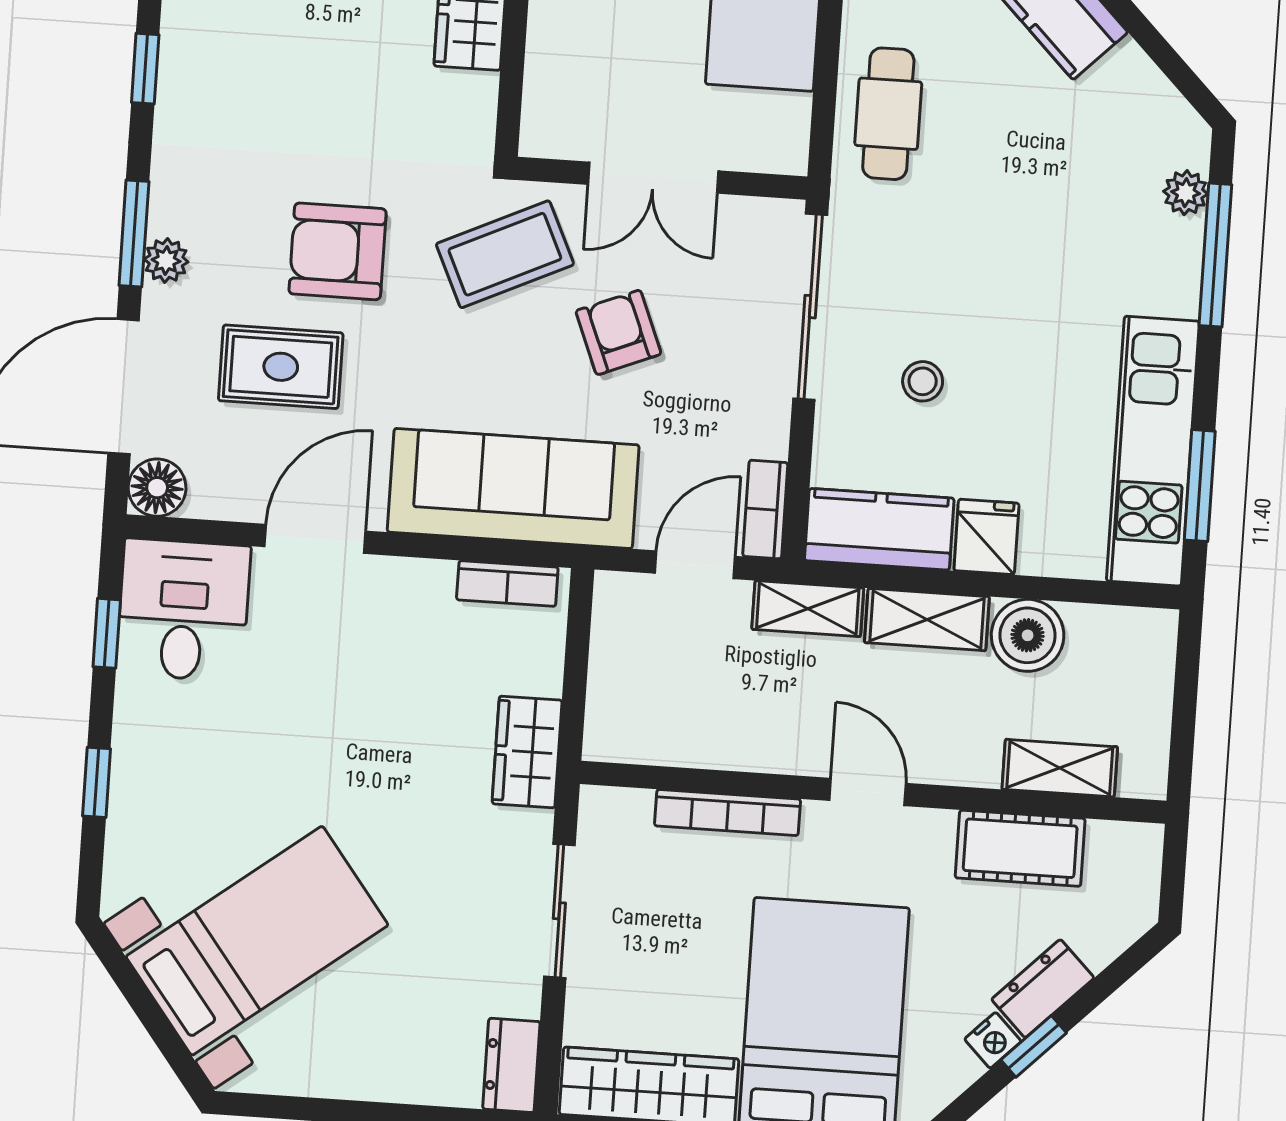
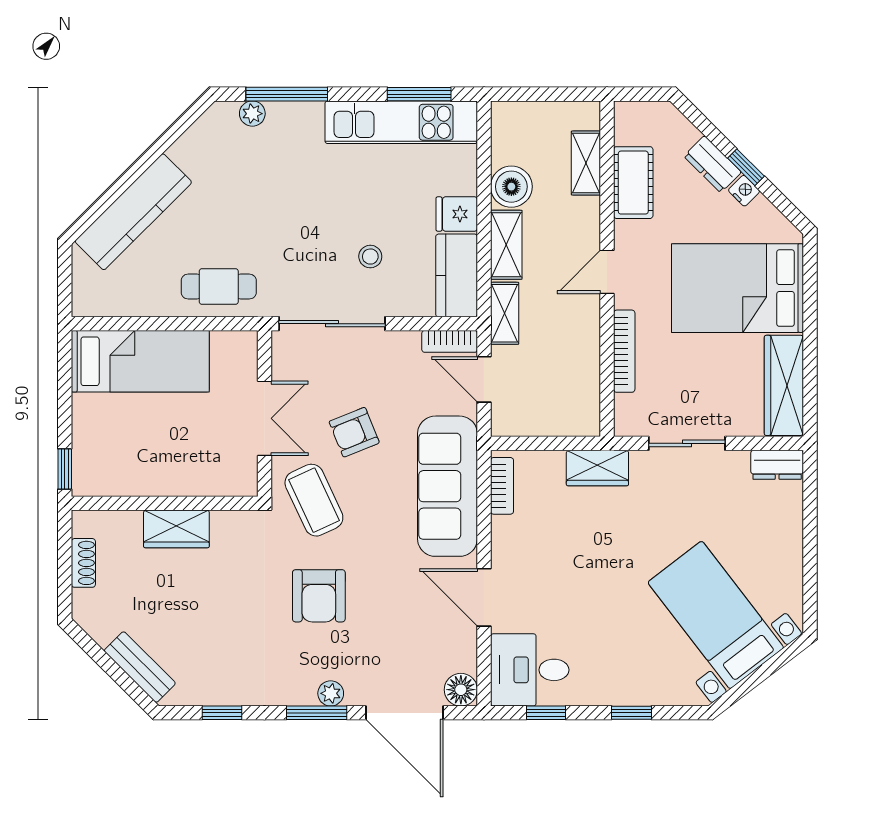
rug: (281, 367) -> (387, 624), removed

